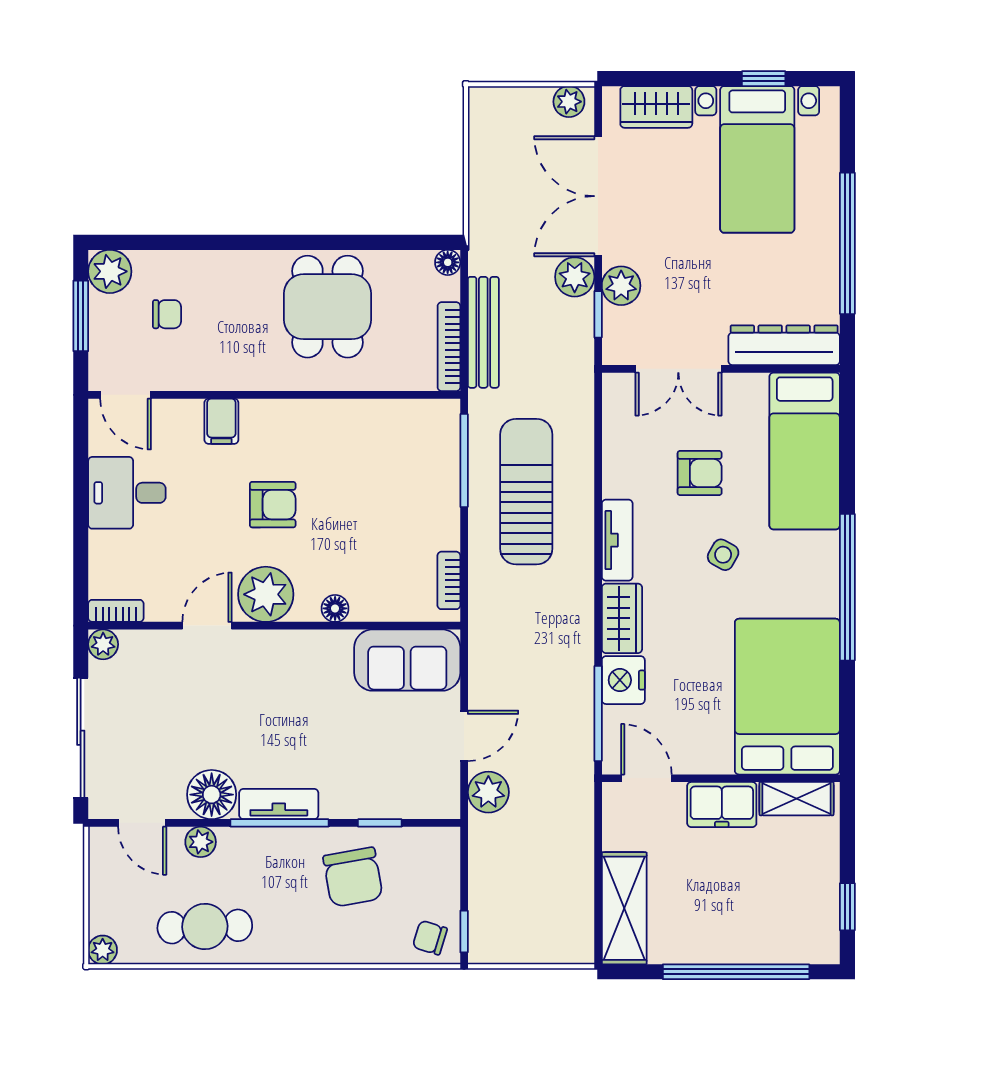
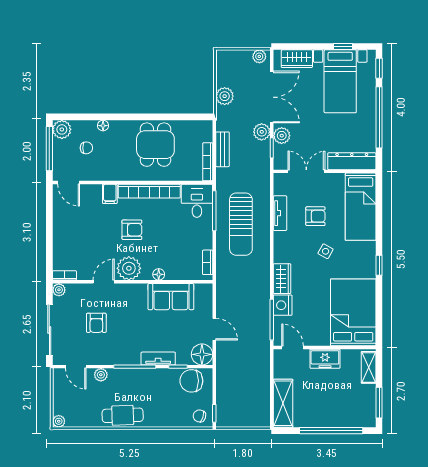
window: (847, 129) -> (379, 68), added
double door: (598, 196) -> (272, 97), swing flipped
floor lamp: (448, 262) -> (103, 126), moved
window: (81, 316) -> (49, 149), width x1.44
bench: (483, 332) -> (222, 149), width x0.73
double door: (678, 369) -> (306, 171), swing flipped
bookcase: (313, 415) -> (149, 191), added
sun lounger: (526, 492) -> (241, 224), turned 180
desk: (127, 493) -> (197, 201), moved, turned 90
tv unit: (617, 540) -> (280, 213), moved
window: (847, 587) -> (379, 265), width x0.32
sofa: (407, 660) -> (171, 297), moved
armchair: (190, 721) -> (96, 323), added
door: (464, 736) -> (214, 329), hinge flipped
plant: (488, 792) -> (225, 96), moved
floor lamp: (212, 795) -> (202, 354), moved
shelving: (797, 799) -> (369, 367), moved, turned 90
tv unit: (279, 804) -> (158, 359), moved
chair: (353, 877) -> (191, 381), moved, turned 100
window: (847, 907) -> (379, 403), width x1.50
cafe table: (205, 927) -> (123, 415), moved

